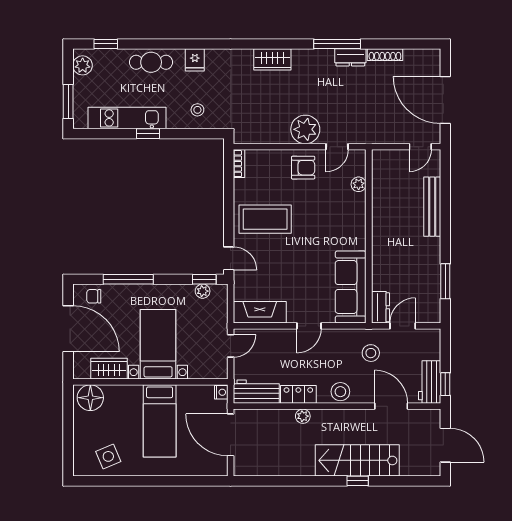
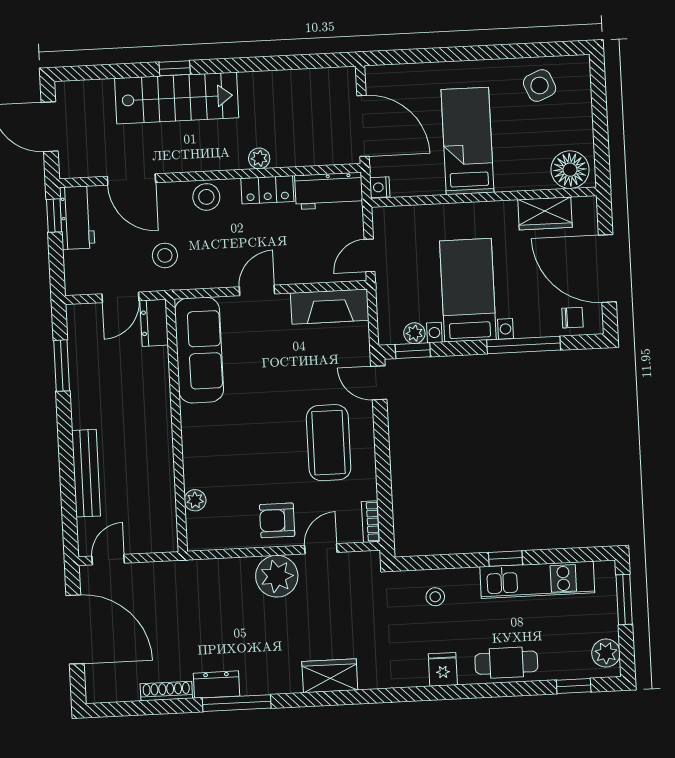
door: (337, 147) -> (321, 549), moved
coffee table: (265, 219) -> (329, 443), turned 90
bed with nightstands: (158, 344) -> (468, 290), moved, turned 180

